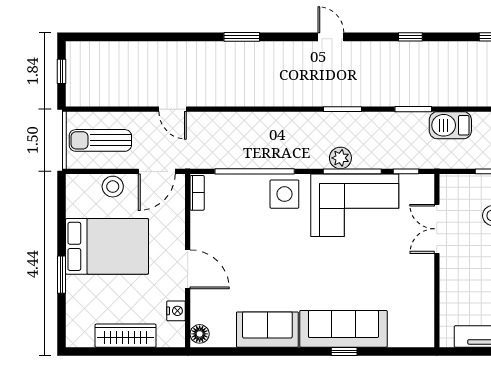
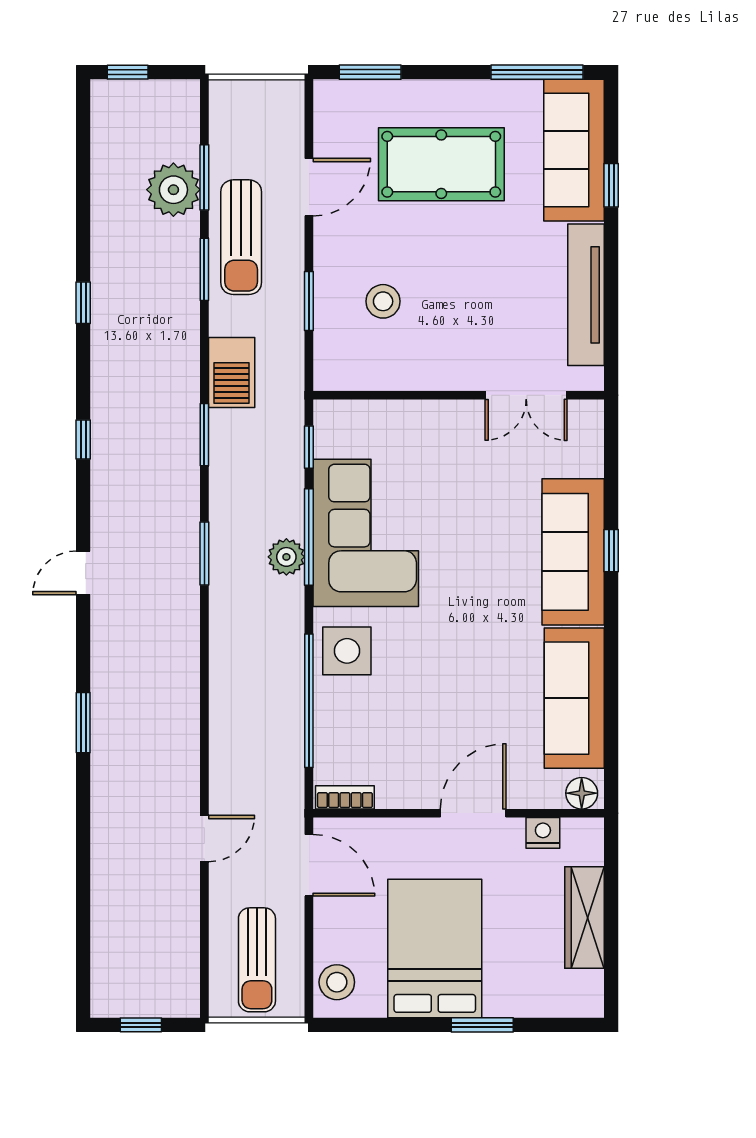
stool: (113, 187) -> (337, 982), moved
double door: (437, 229) -> (526, 395), moved
sofa: (267, 330) -> (574, 698), width x1.36

